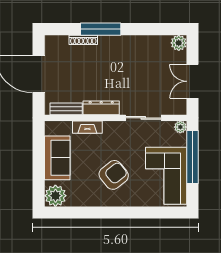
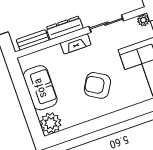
fireplace: (87, 127) -> (76, 44), moved
armchair: (114, 175) -> (97, 85), turned -111

